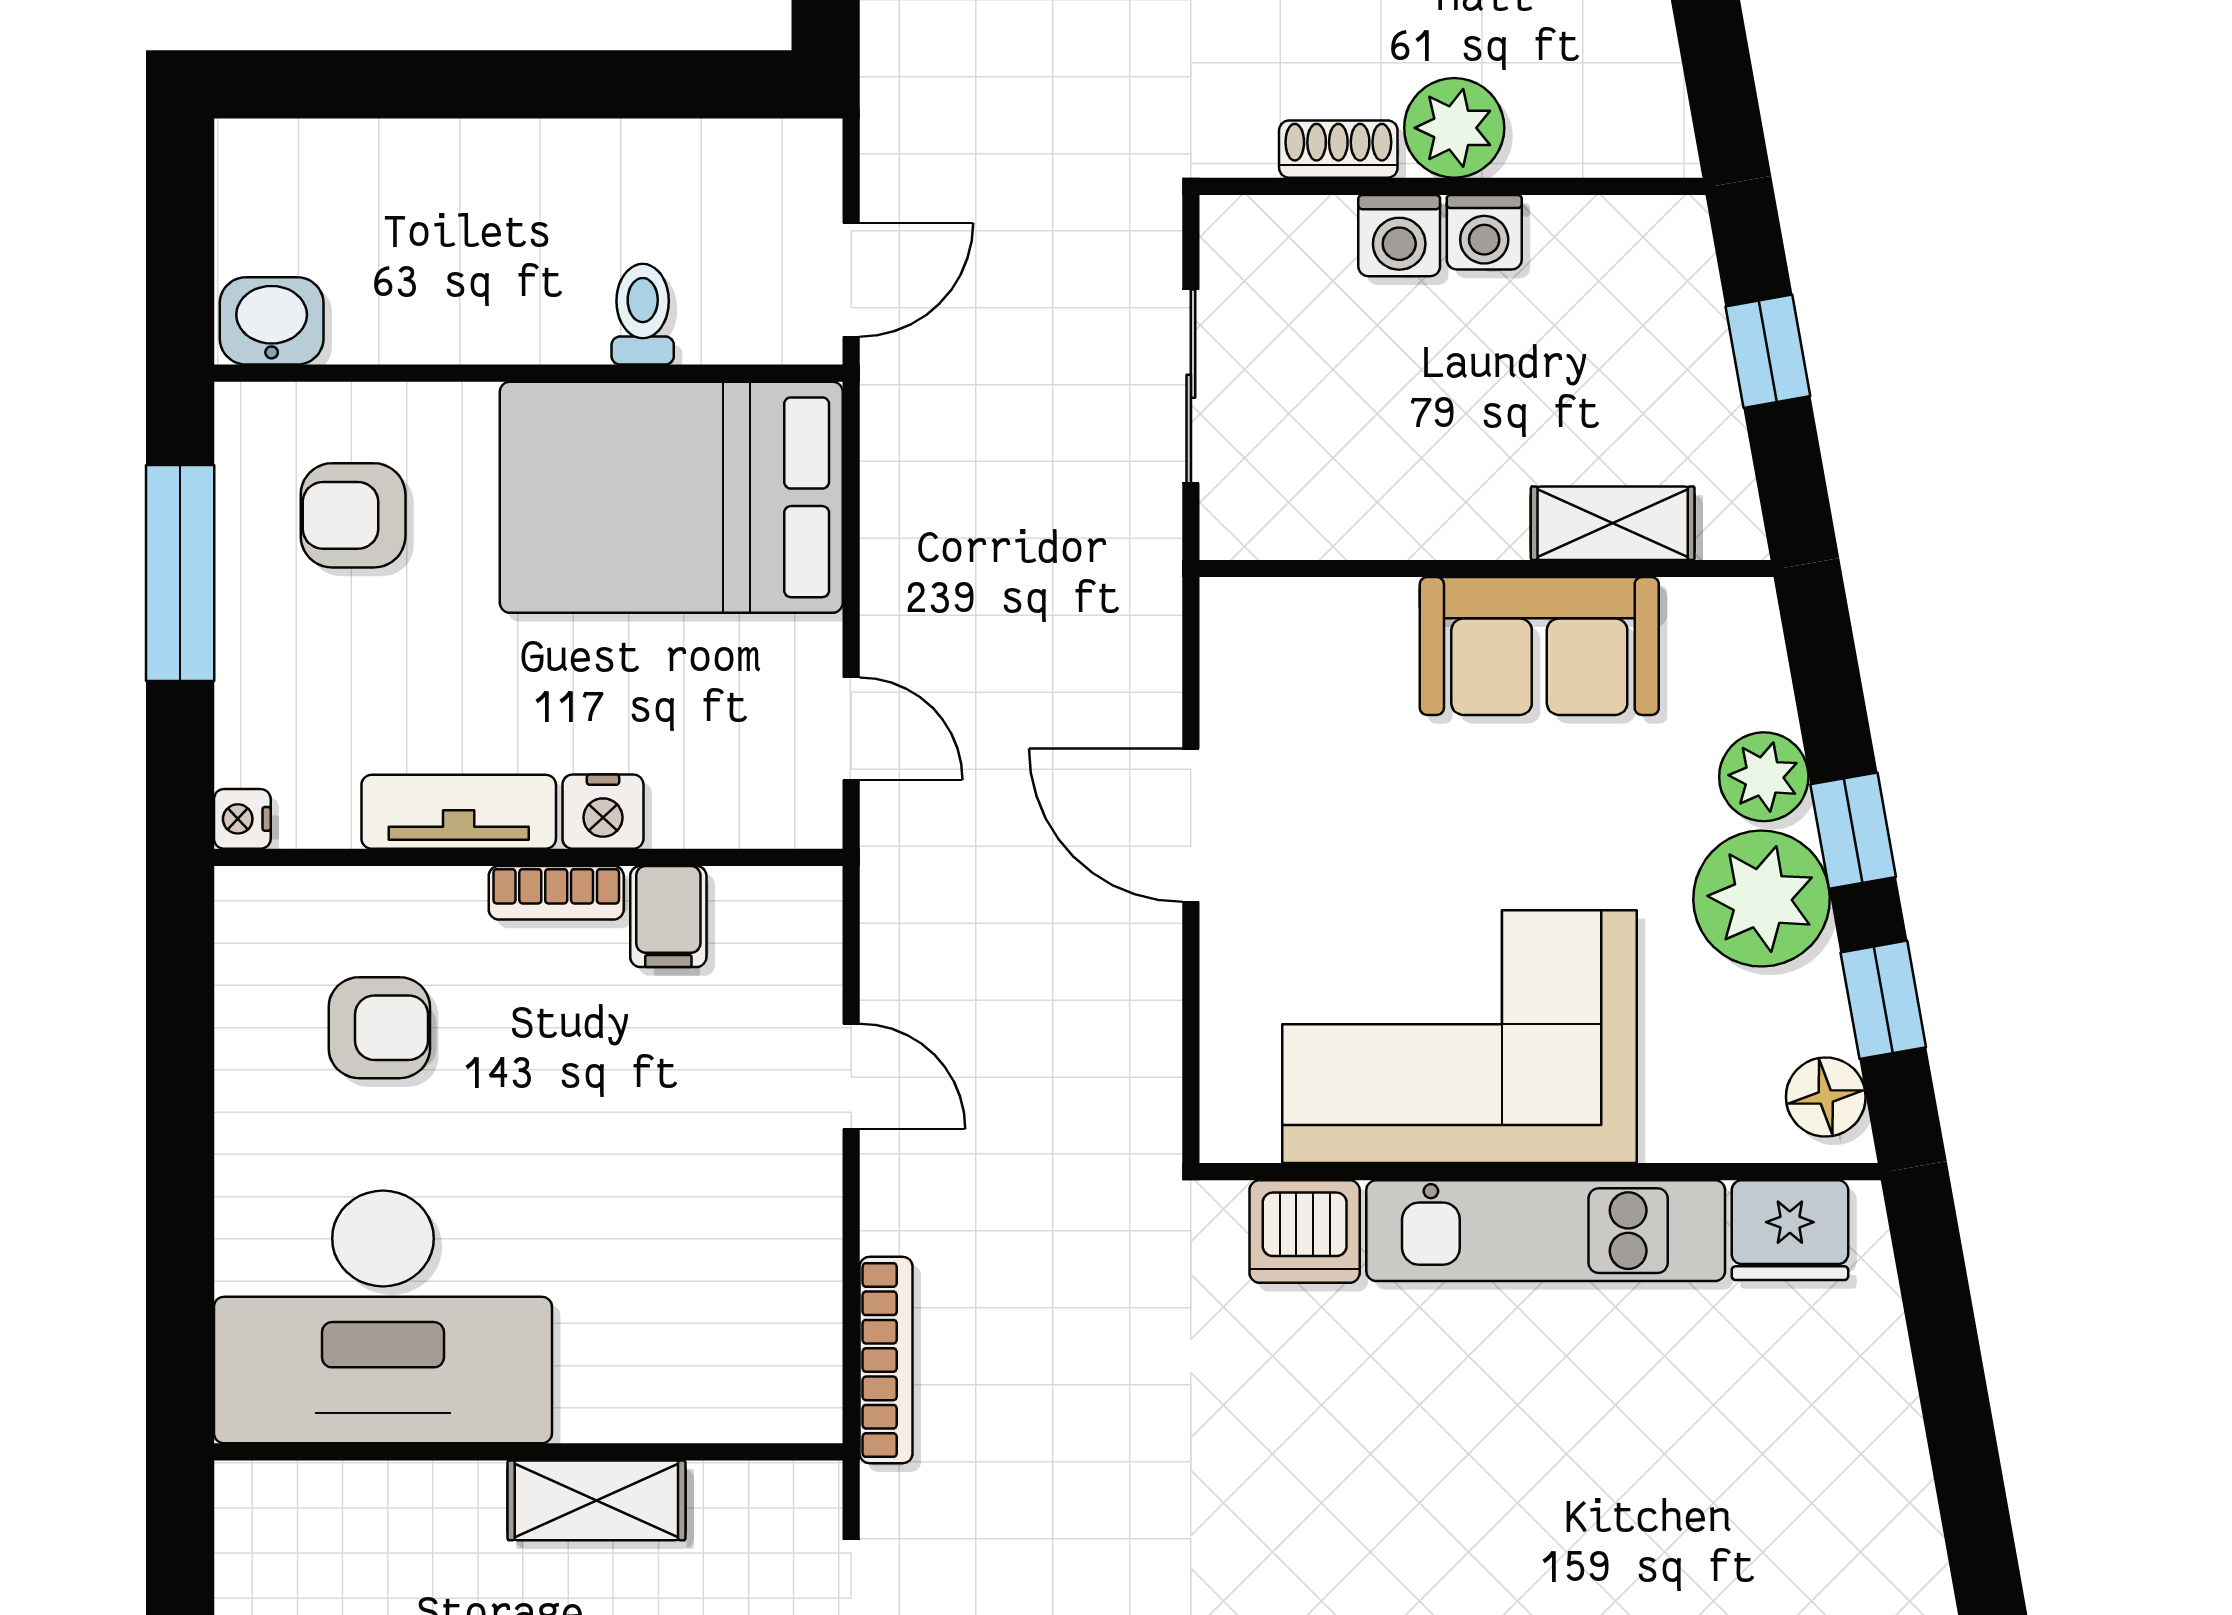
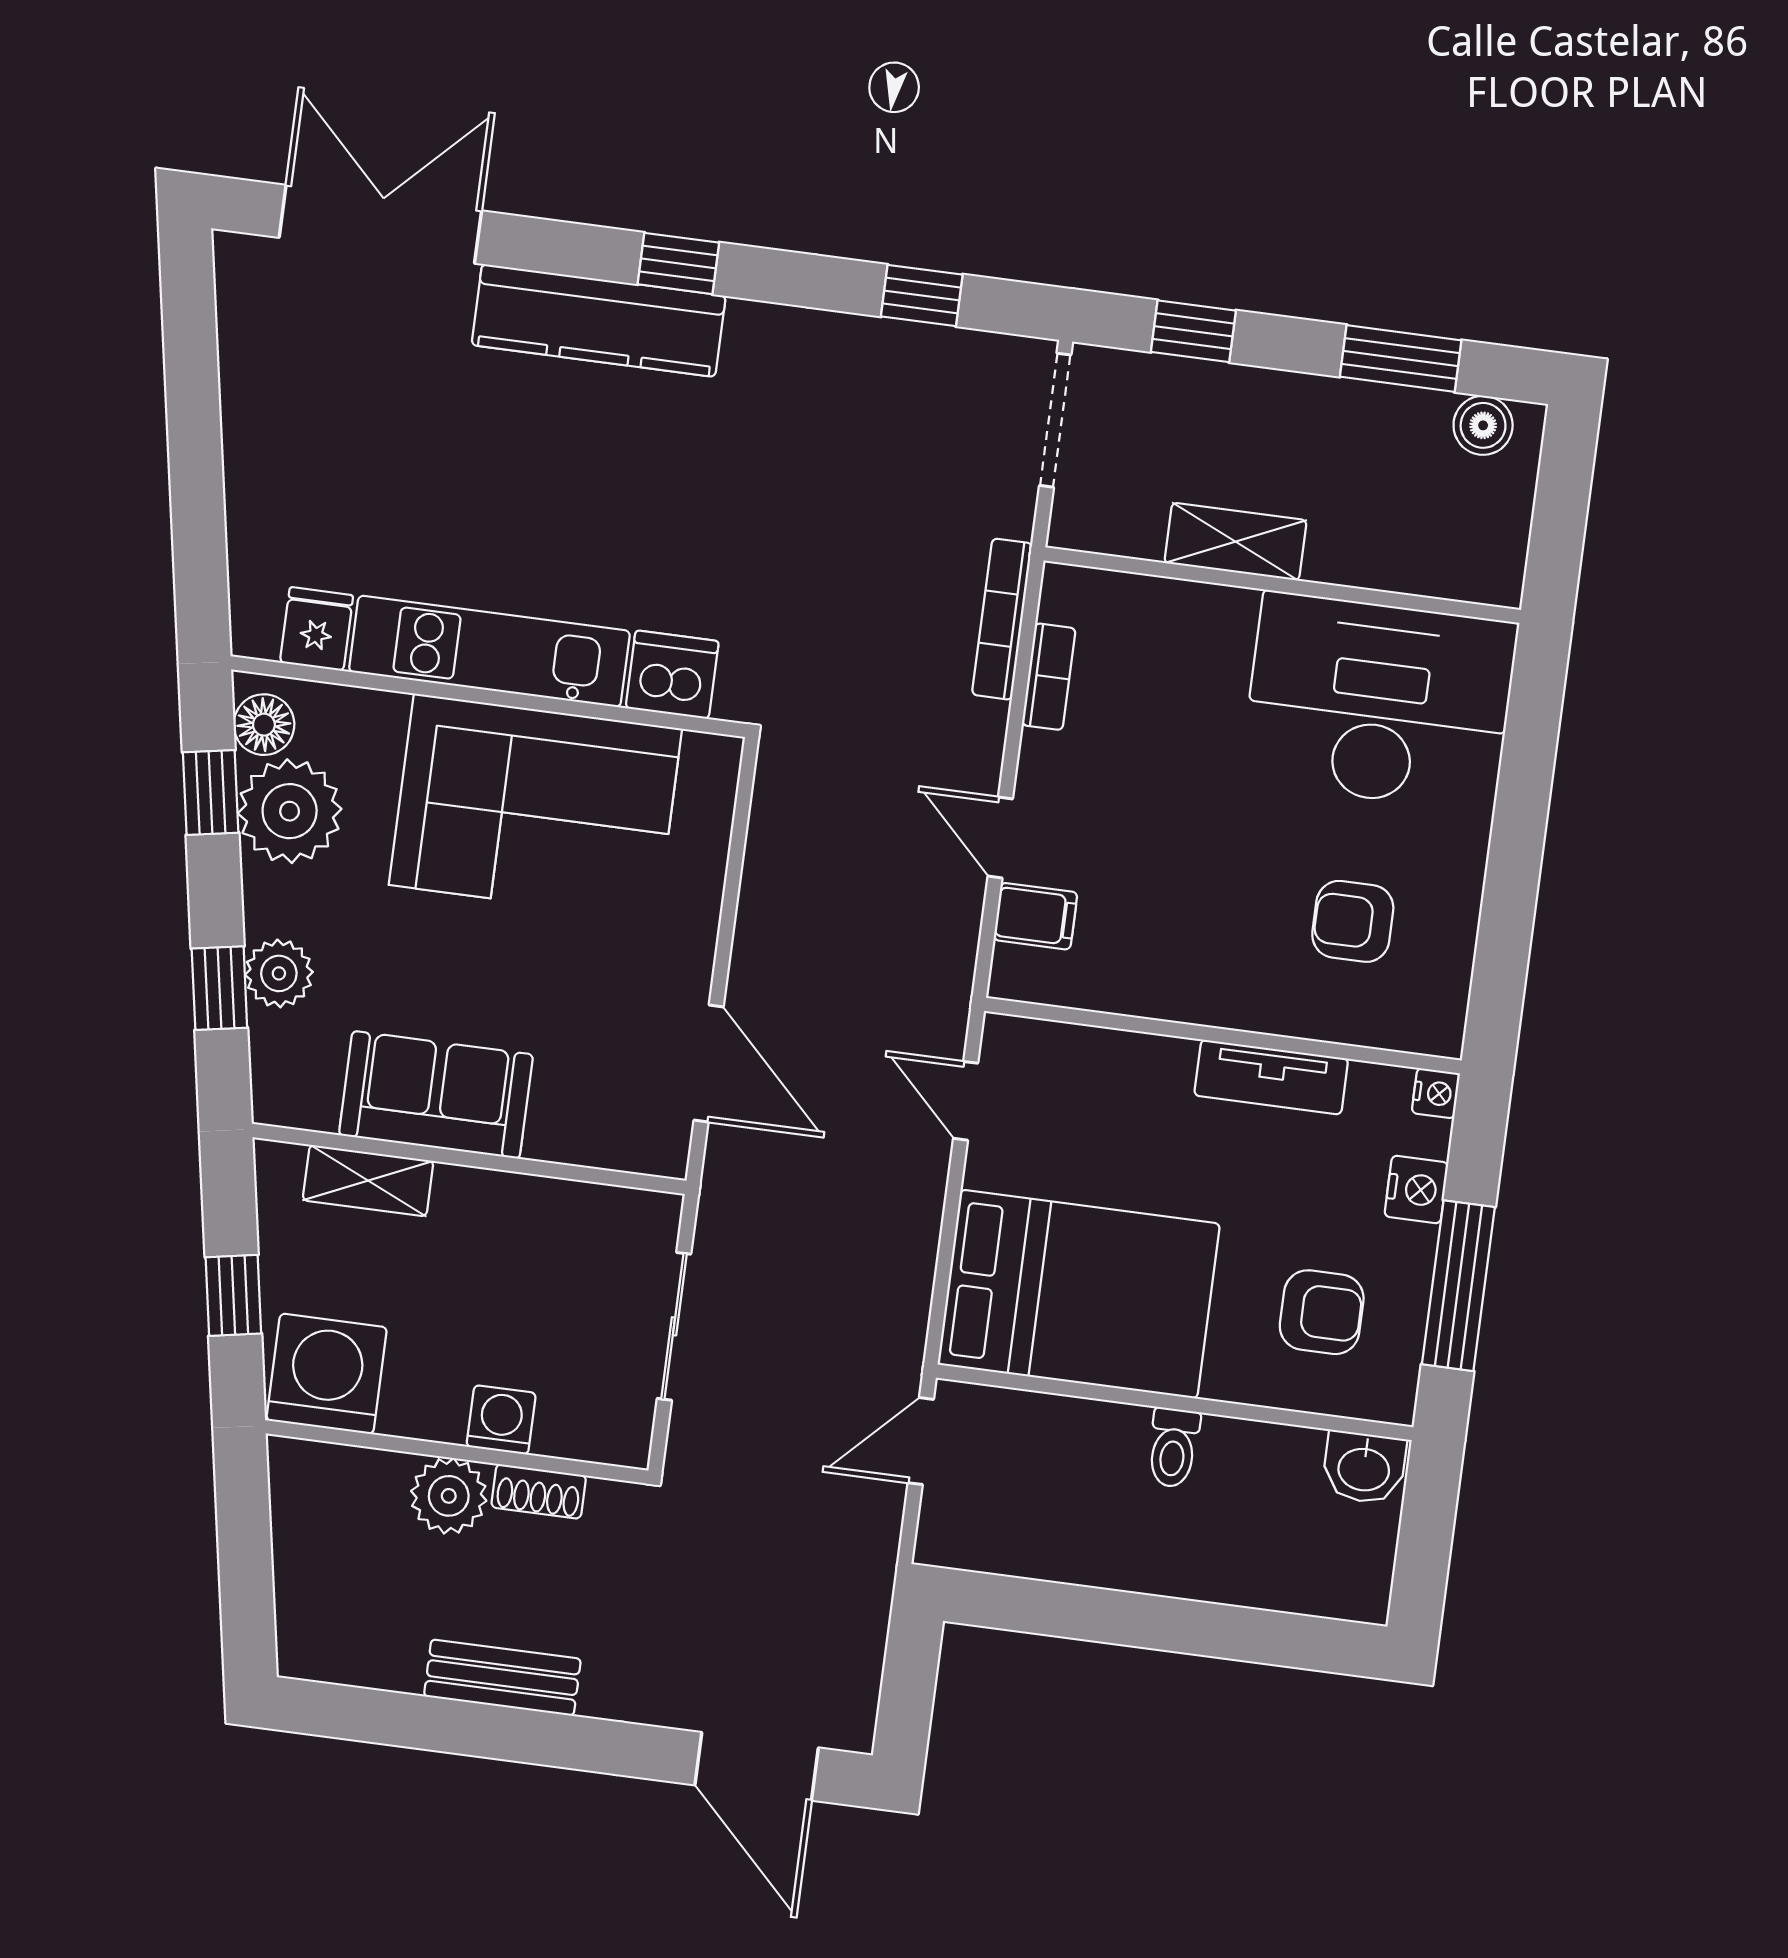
washing machine: (1484, 232) -> (327, 1374), moved, width x1.89, depth x1.89
toilet: (643, 314) -> (1173, 1448), moved
nightstand: (603, 812) -> (1416, 1189), moved, turned 90
door: (1191, 825) -> (709, 1064), moved
window: (1853, 831) -> (219, 988), moved
bookcase: (556, 893) -> (1049, 677), moved, turned 90
plant: (1762, 899) -> (290, 811), moved
filing cabinet: (668, 916) -> (1036, 916), moved, turned 90
fridge: (1790, 1230) -> (317, 629), width x0.72

